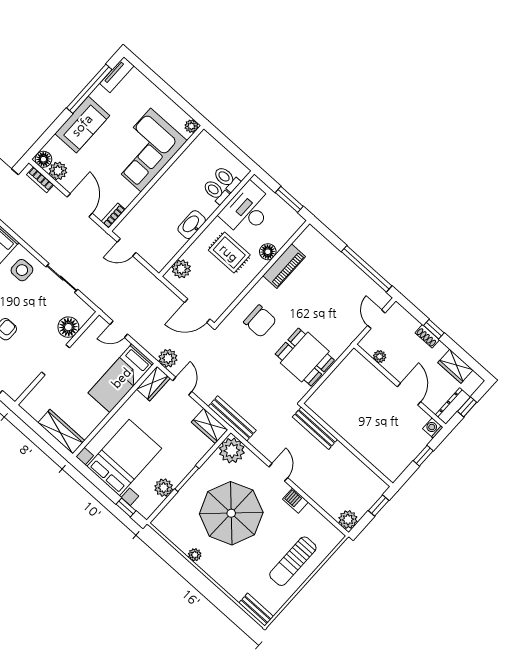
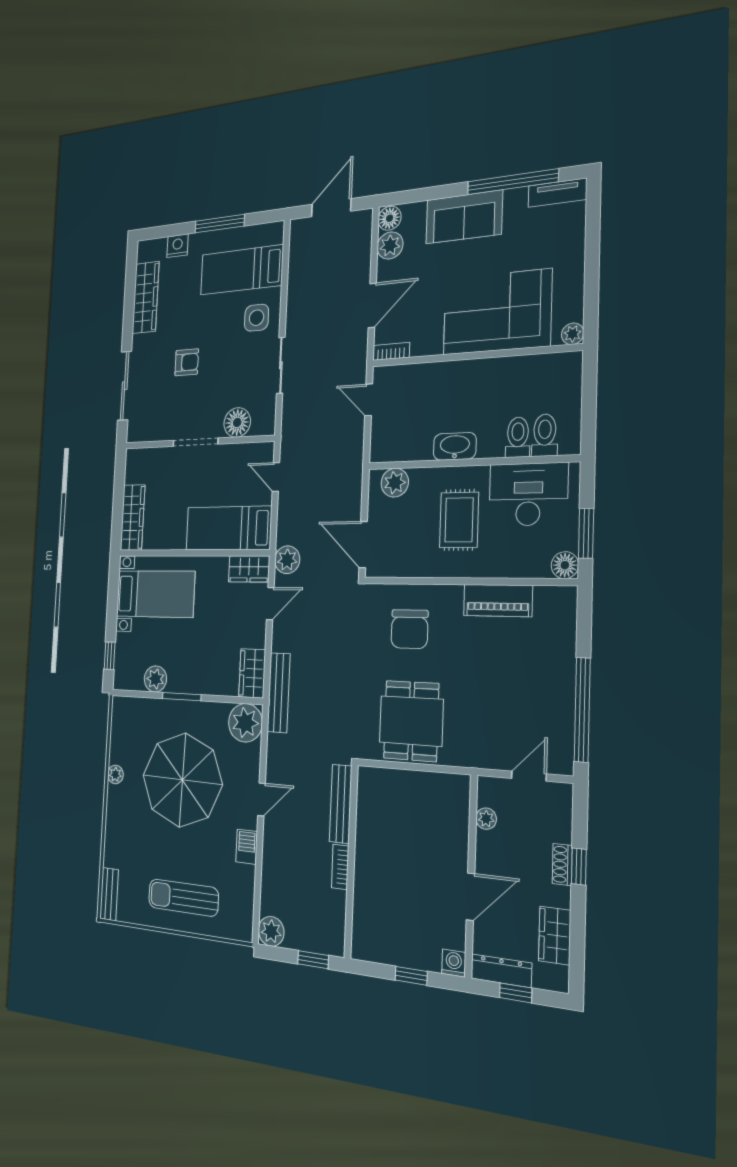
bookcase: (40, 180) -> (340, 867), moved
floor lamp: (268, 252) -> (565, 565), moved
bed with nightstands: (124, 457) -> (155, 594), width x0.73

